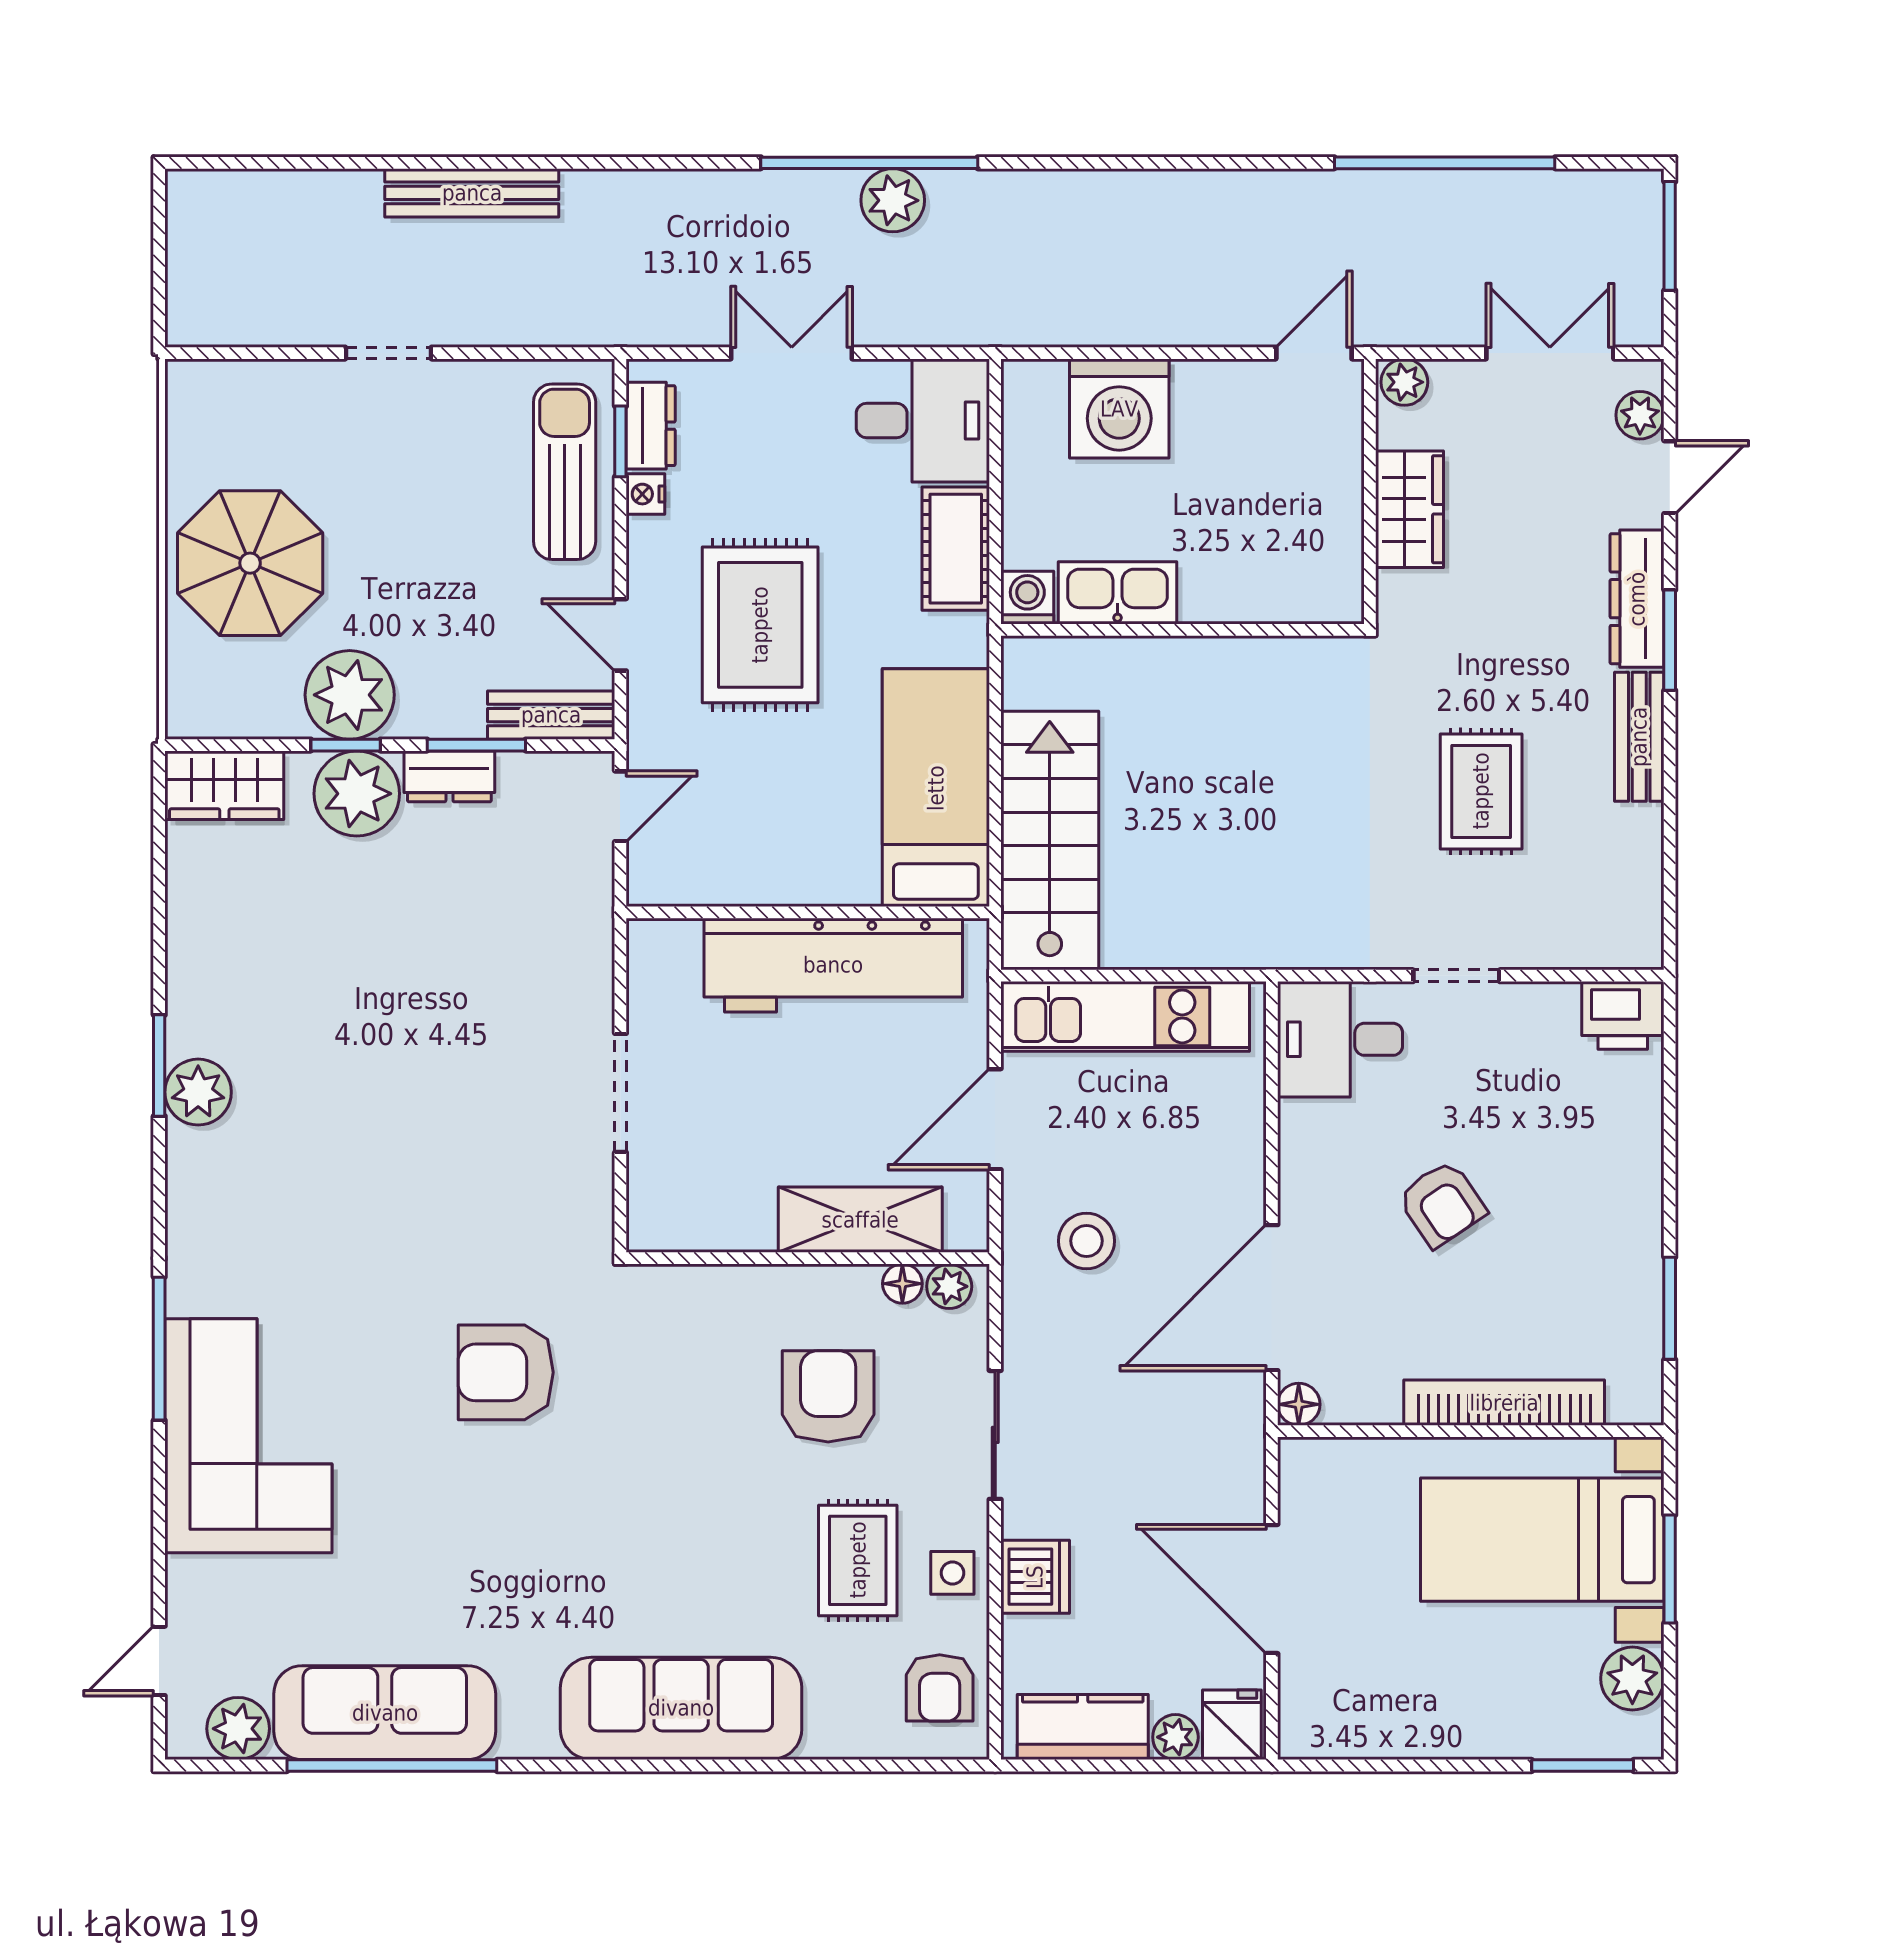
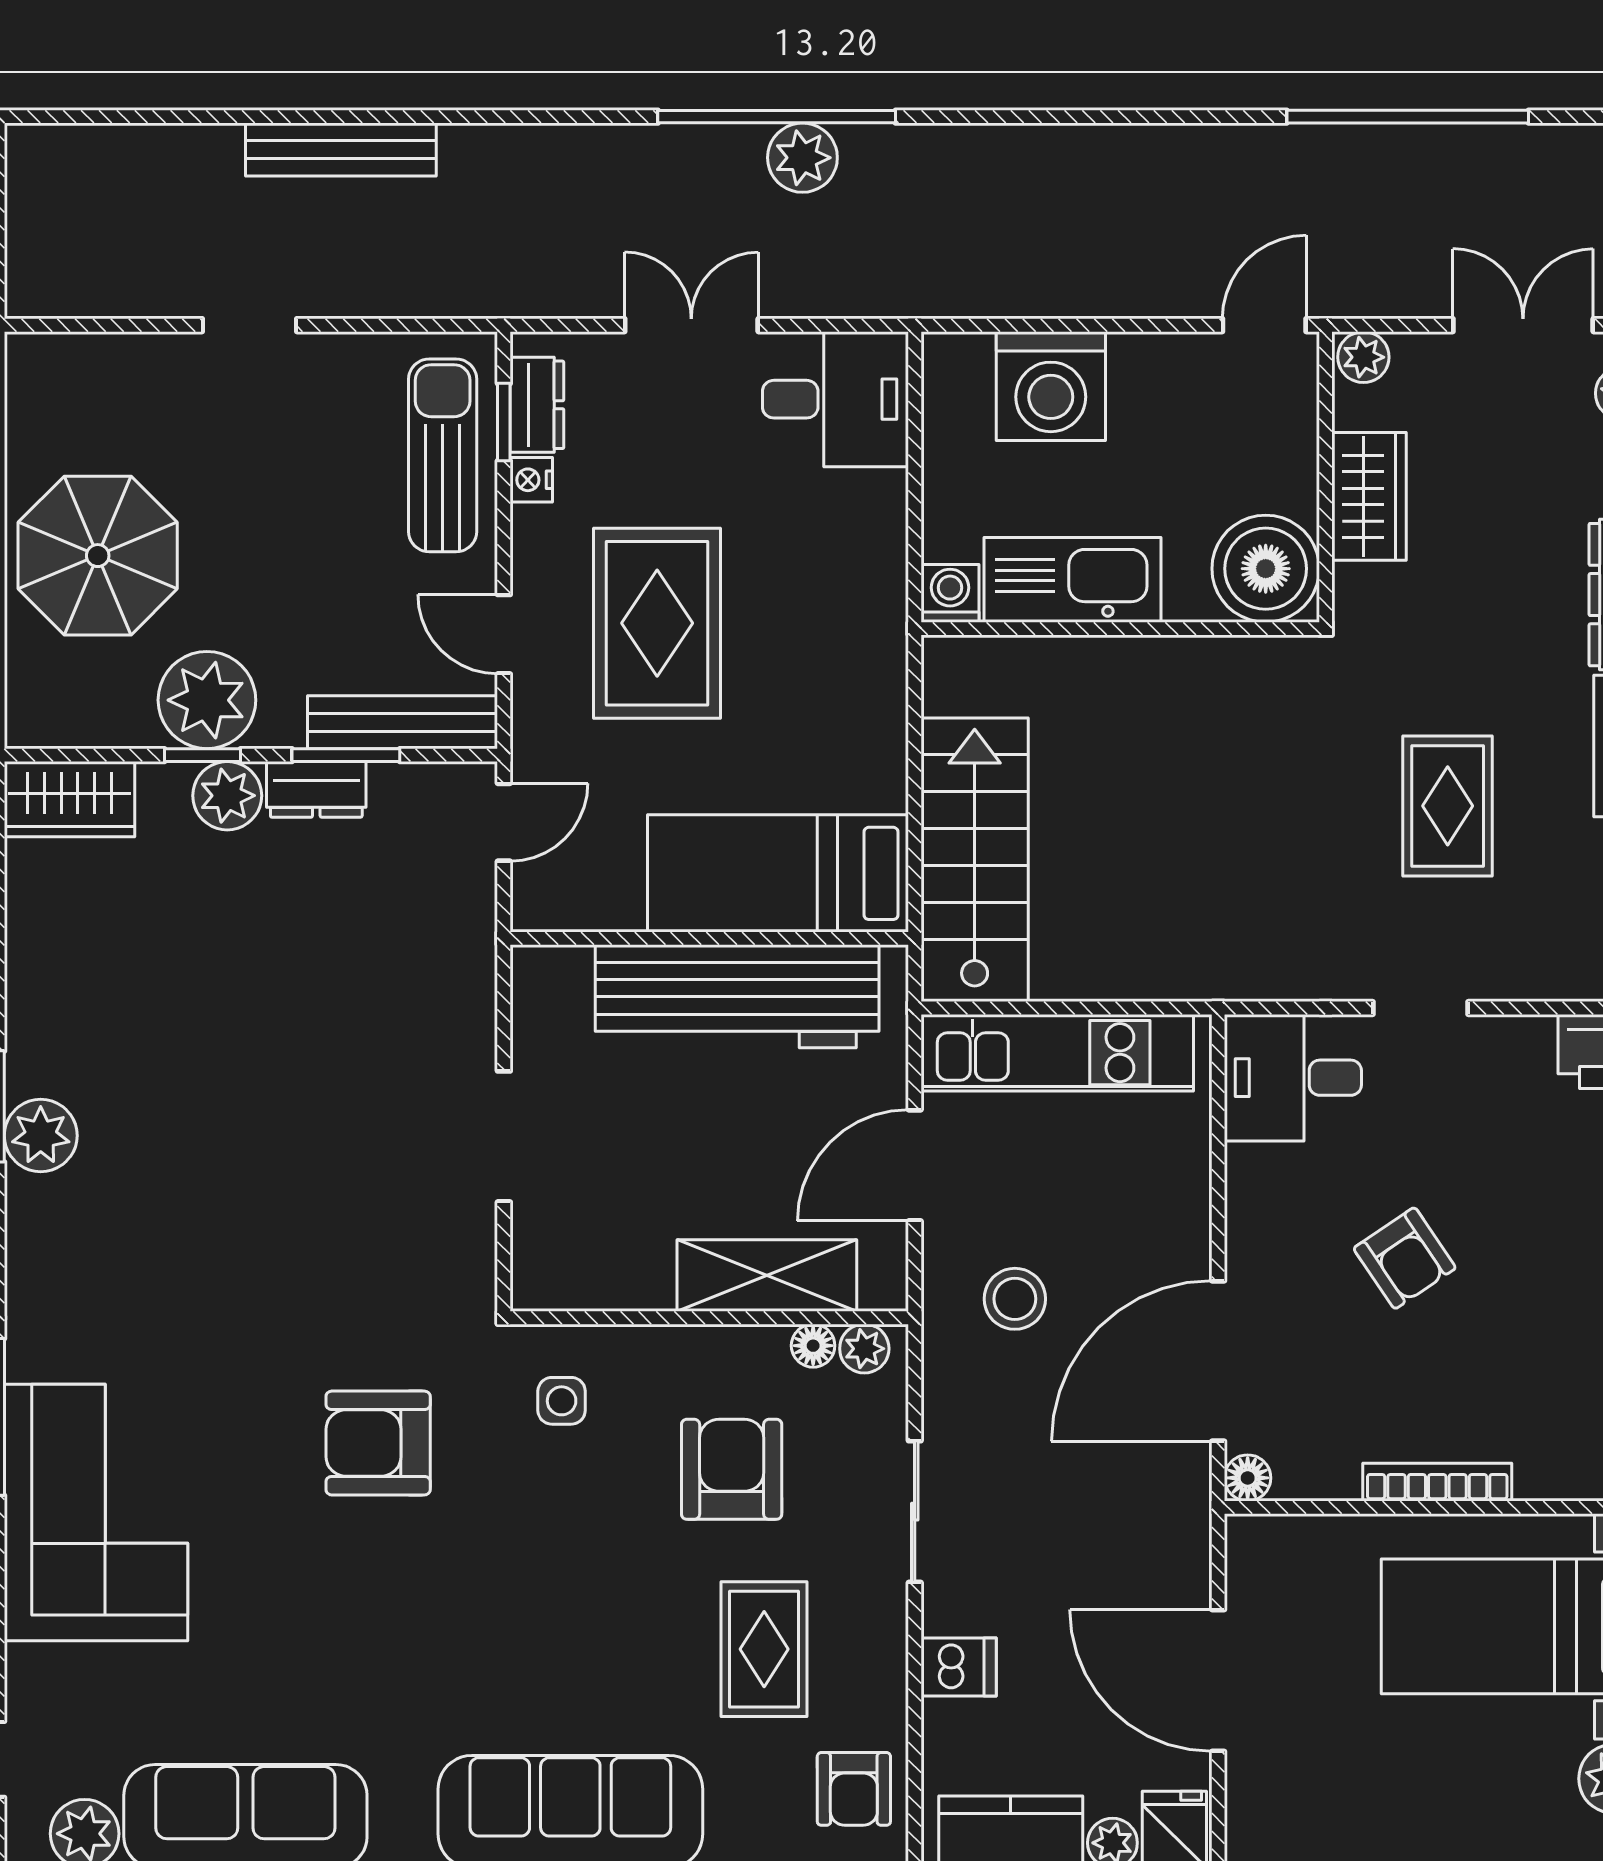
cot: (956, 549) -> (872, 540), removed
boiler: (1315, 575) -> (1266, 569), added
kitchen sink: (1118, 593) -> (1073, 580), width x1.36, depth x1.24
bench: (551, 715) -> (403, 722), width x1.36
bed: (936, 788) -> (778, 873), moved, turned -90
plant: (357, 794) -> (227, 796), width x0.73, depth x0.73
bookcase: (1504, 1403) -> (1437, 1482), width x0.68, depth x0.76
side table: (952, 1573) -> (562, 1401), moved
dishwasher: (1035, 1577) -> (959, 1667), width x0.73

